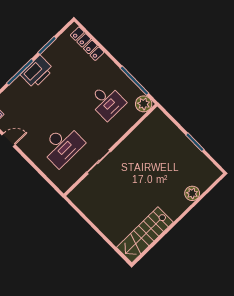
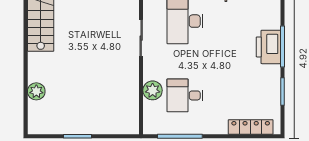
printer: (37, 72) -> (268, 47), moved
plant: (144, 104) -> (153, 90), moved

